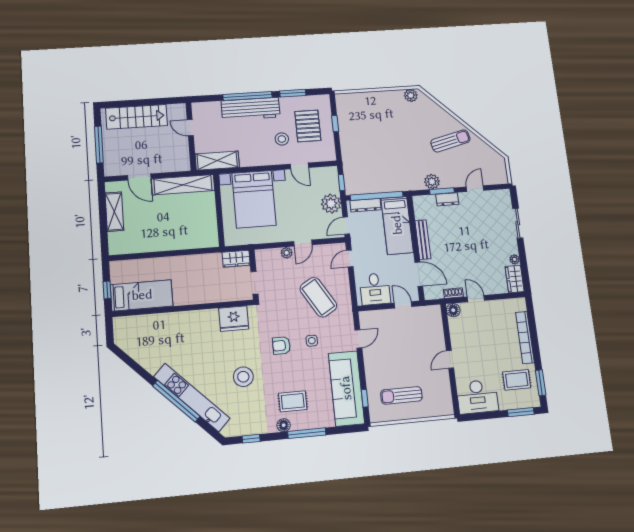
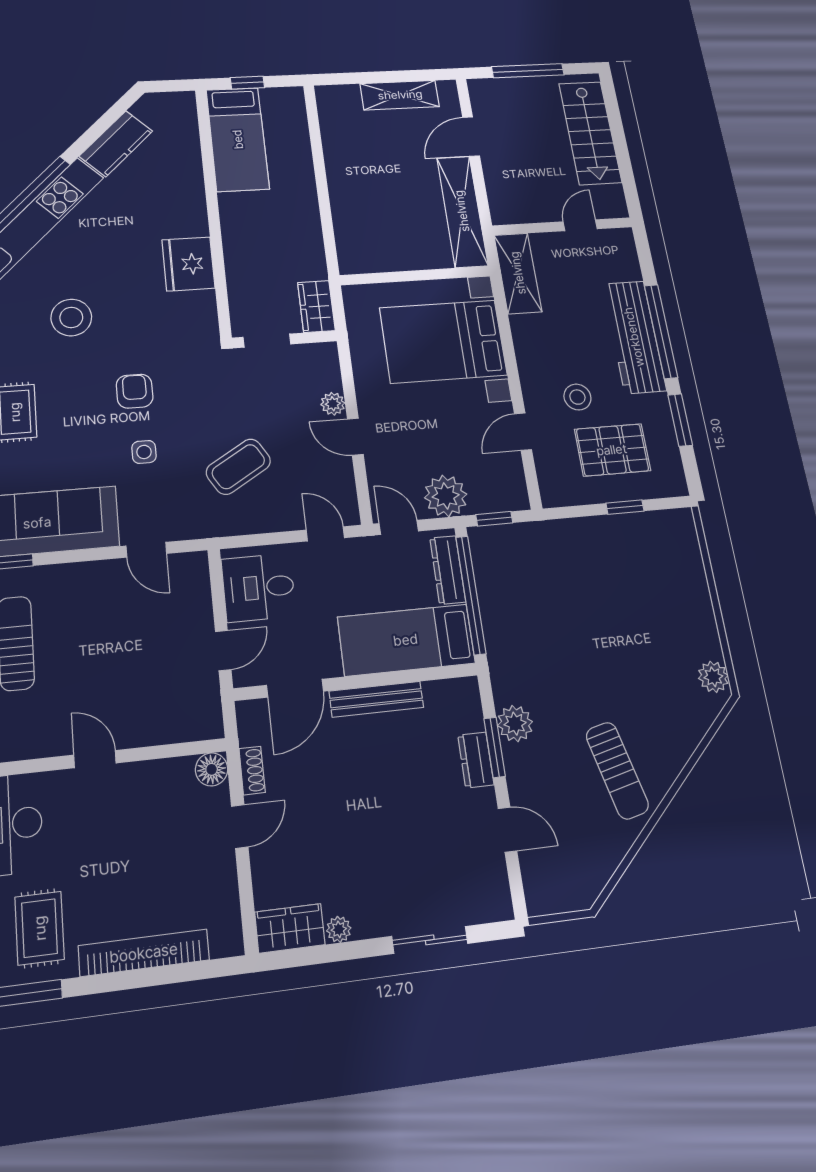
coffee table: (318, 297) -> (238, 467), width x0.73, depth x0.76
fridge: (234, 319) -> (188, 264), moved
kitchen counter: (145, 357) -> (116, 144), added

